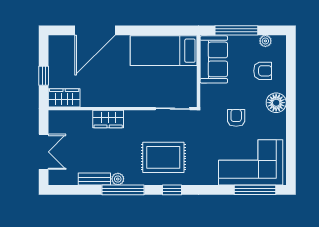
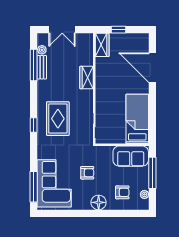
armchair: (263, 71) -> (122, 192), turned -90
plant: (118, 179) -> (42, 50), moved
window: (123, 190) -> (34, 65), moved

